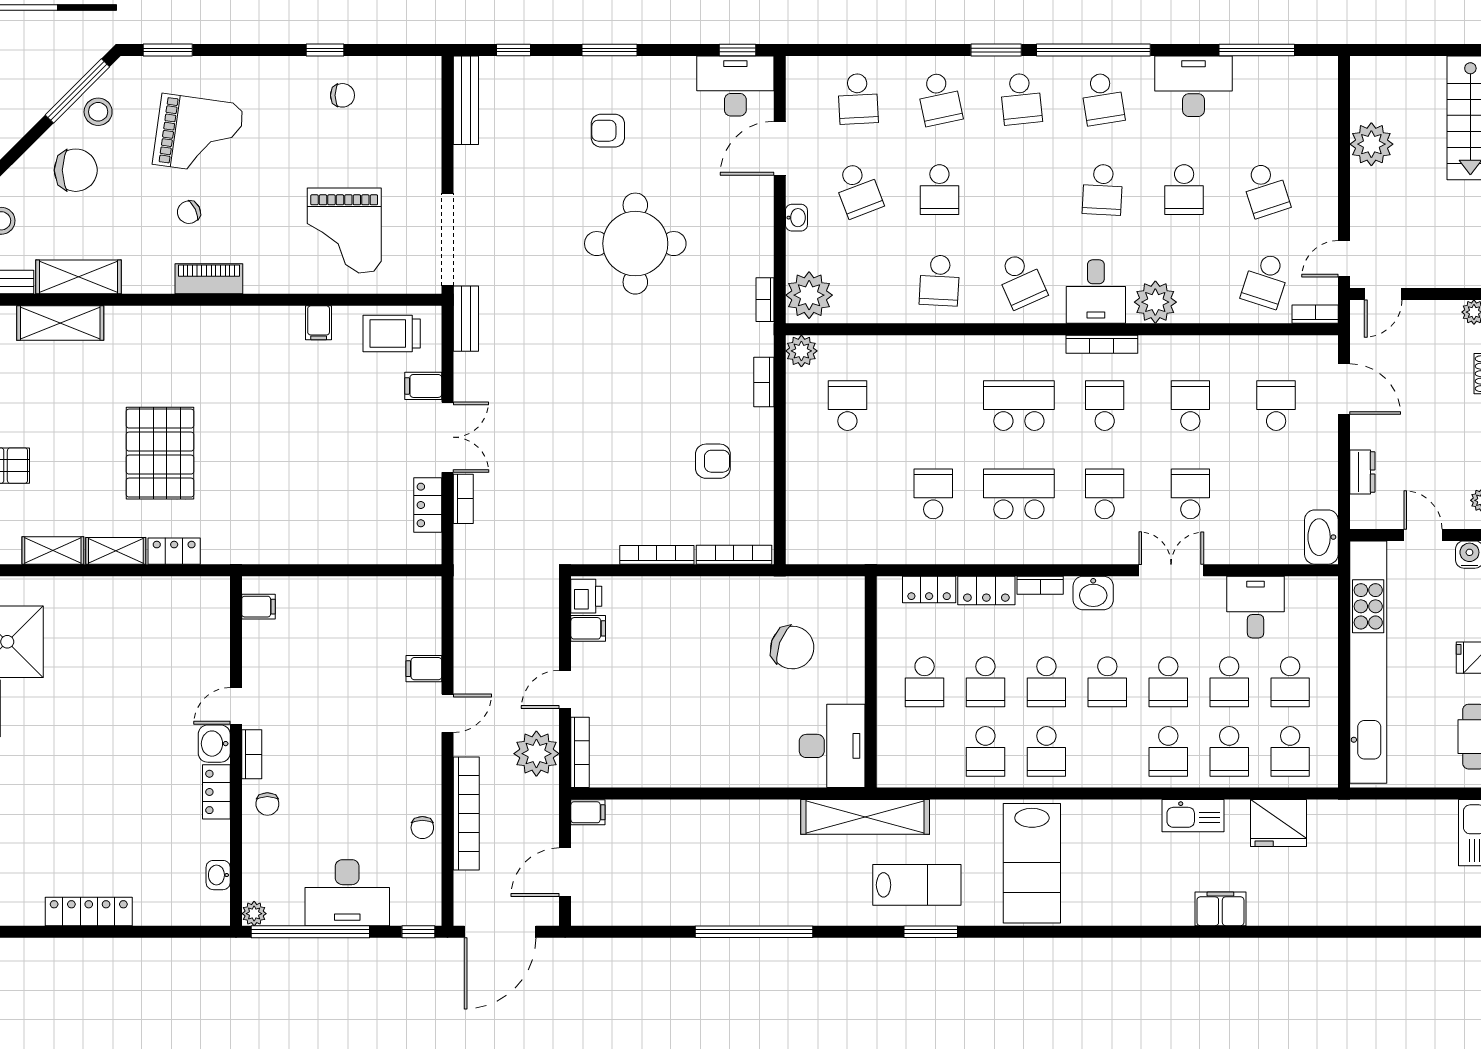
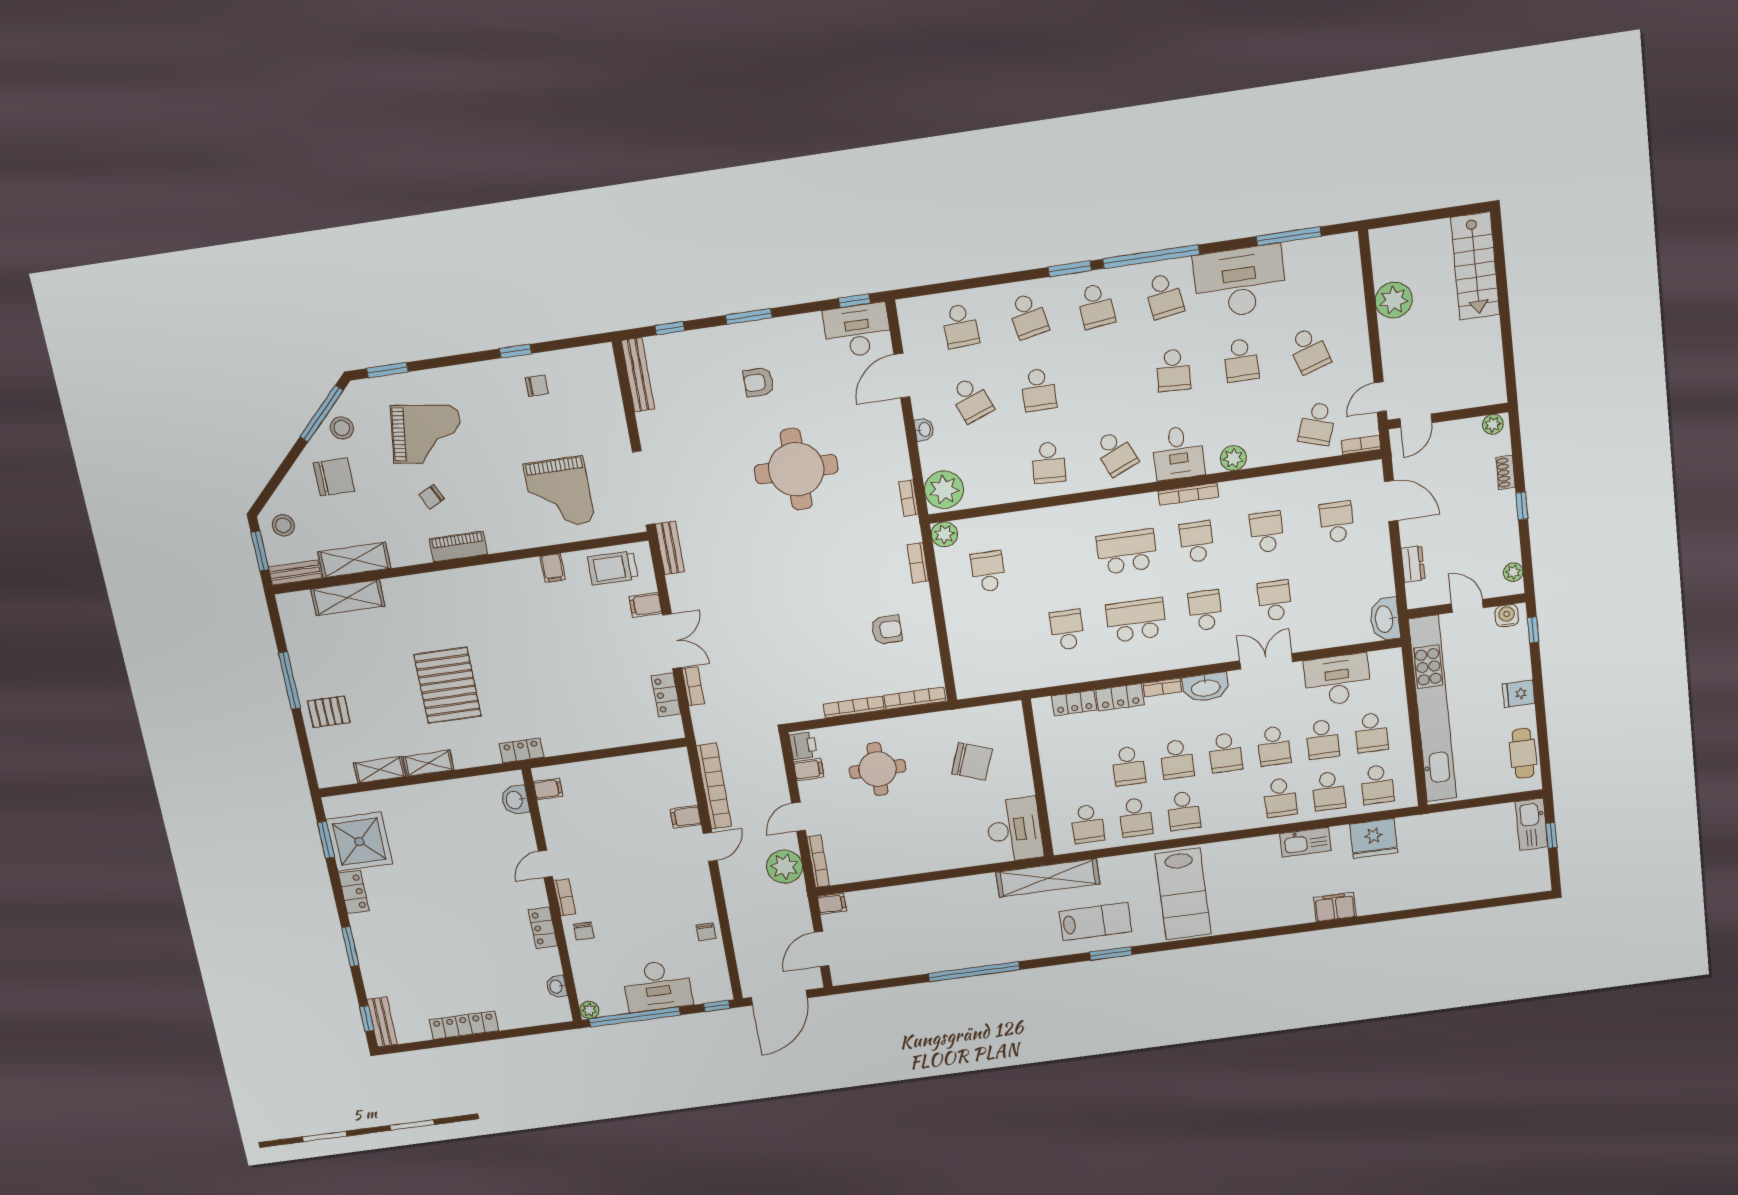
desk: (1194, 86) -> (1240, 282), width x1.36, depth x1.30
plant: (1155, 302) -> (1233, 458), width x0.73, depth x0.73
locker: (174, 551) -> (521, 750), moved
washbasin: (1093, 593) -> (1206, 687), width x1.38
desk: (1255, 607) -> (1337, 680), width x1.37
round table: (674, 640) -> (878, 769), added
school desk: (925, 682) -> (1088, 824), moved
washbasin: (214, 744) -> (515, 800), moved
bookcase: (466, 814) -> (714, 786), moved

